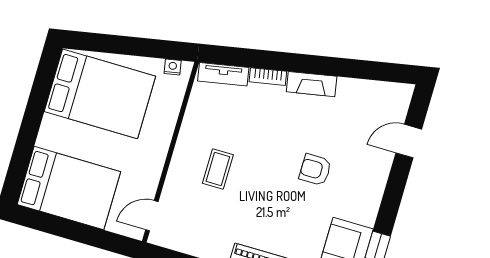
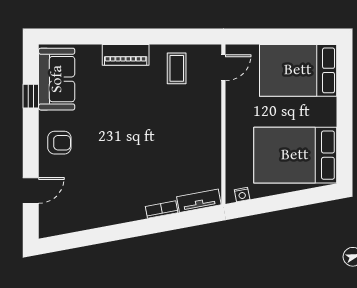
fireplace: (312, 84) -> (124, 214), removed
coffee table: (218, 169) -> (177, 68), moved
armchair: (315, 170) -> (59, 143), moved

